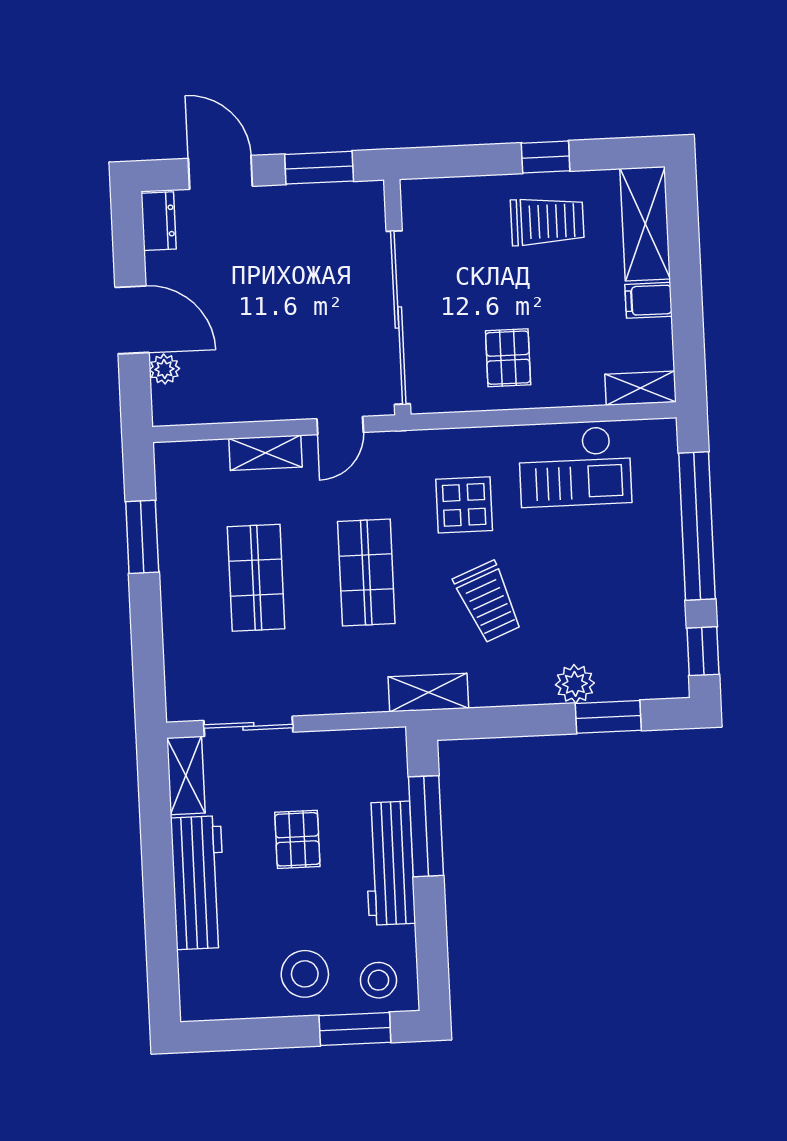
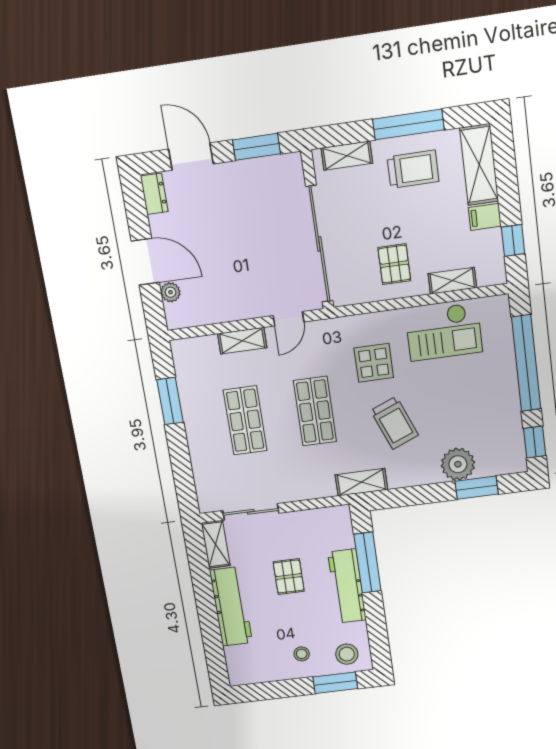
window: (546, 157) -> (408, 124), width x2.17
shelving: (451, 193) -> (347, 156), added
window: (688, 339) -> (513, 240), added
shelving: (640, 388) -> (452, 281), moved
plant: (575, 684) -> (458, 464), width x1.36, depth x1.36
stool: (305, 974) -> (302, 654), width x0.53, depth x0.53

